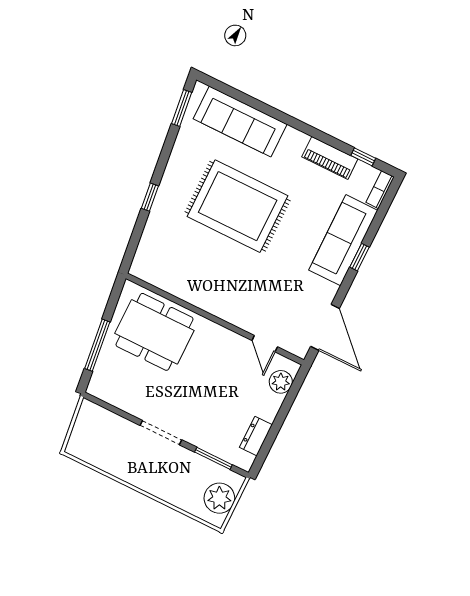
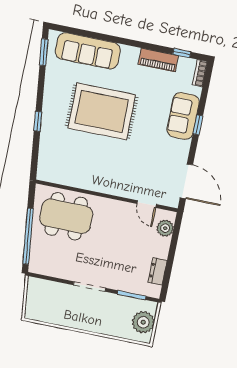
sofa: (343, 240) -> (183, 116), width x0.73
window: (97, 345) -> (28, 236), width x1.46

